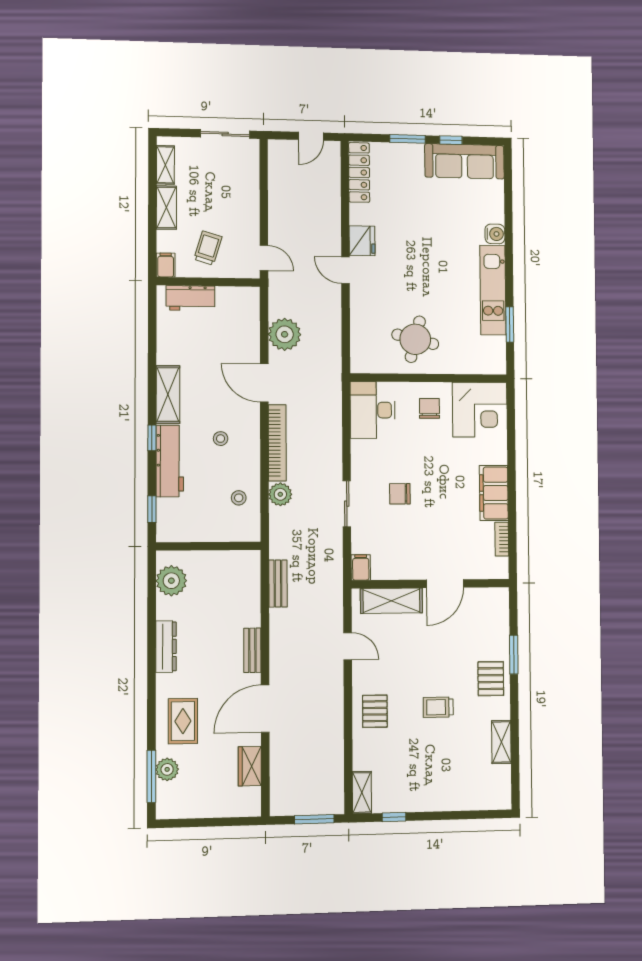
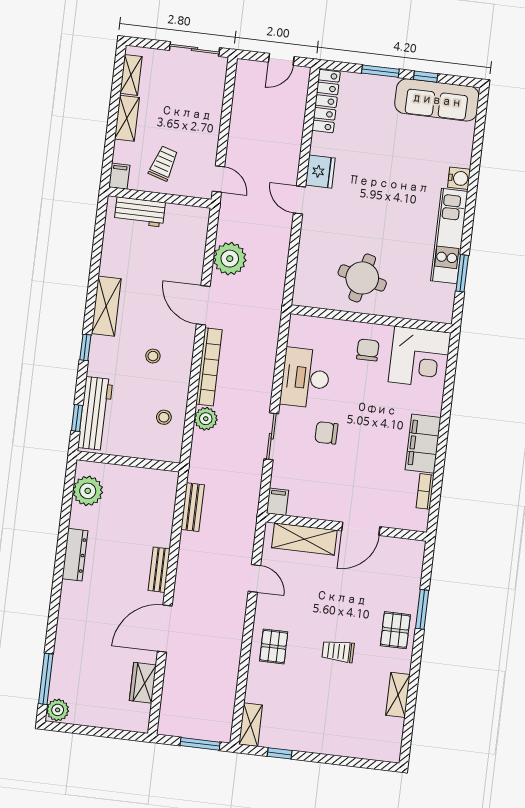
desk: (373, 410) -> (305, 378), moved
workbench: (170, 461) -> (95, 414), moved
rug: (183, 721) -> (83, 630), removed
plant: (167, 769) -> (58, 710), moved

